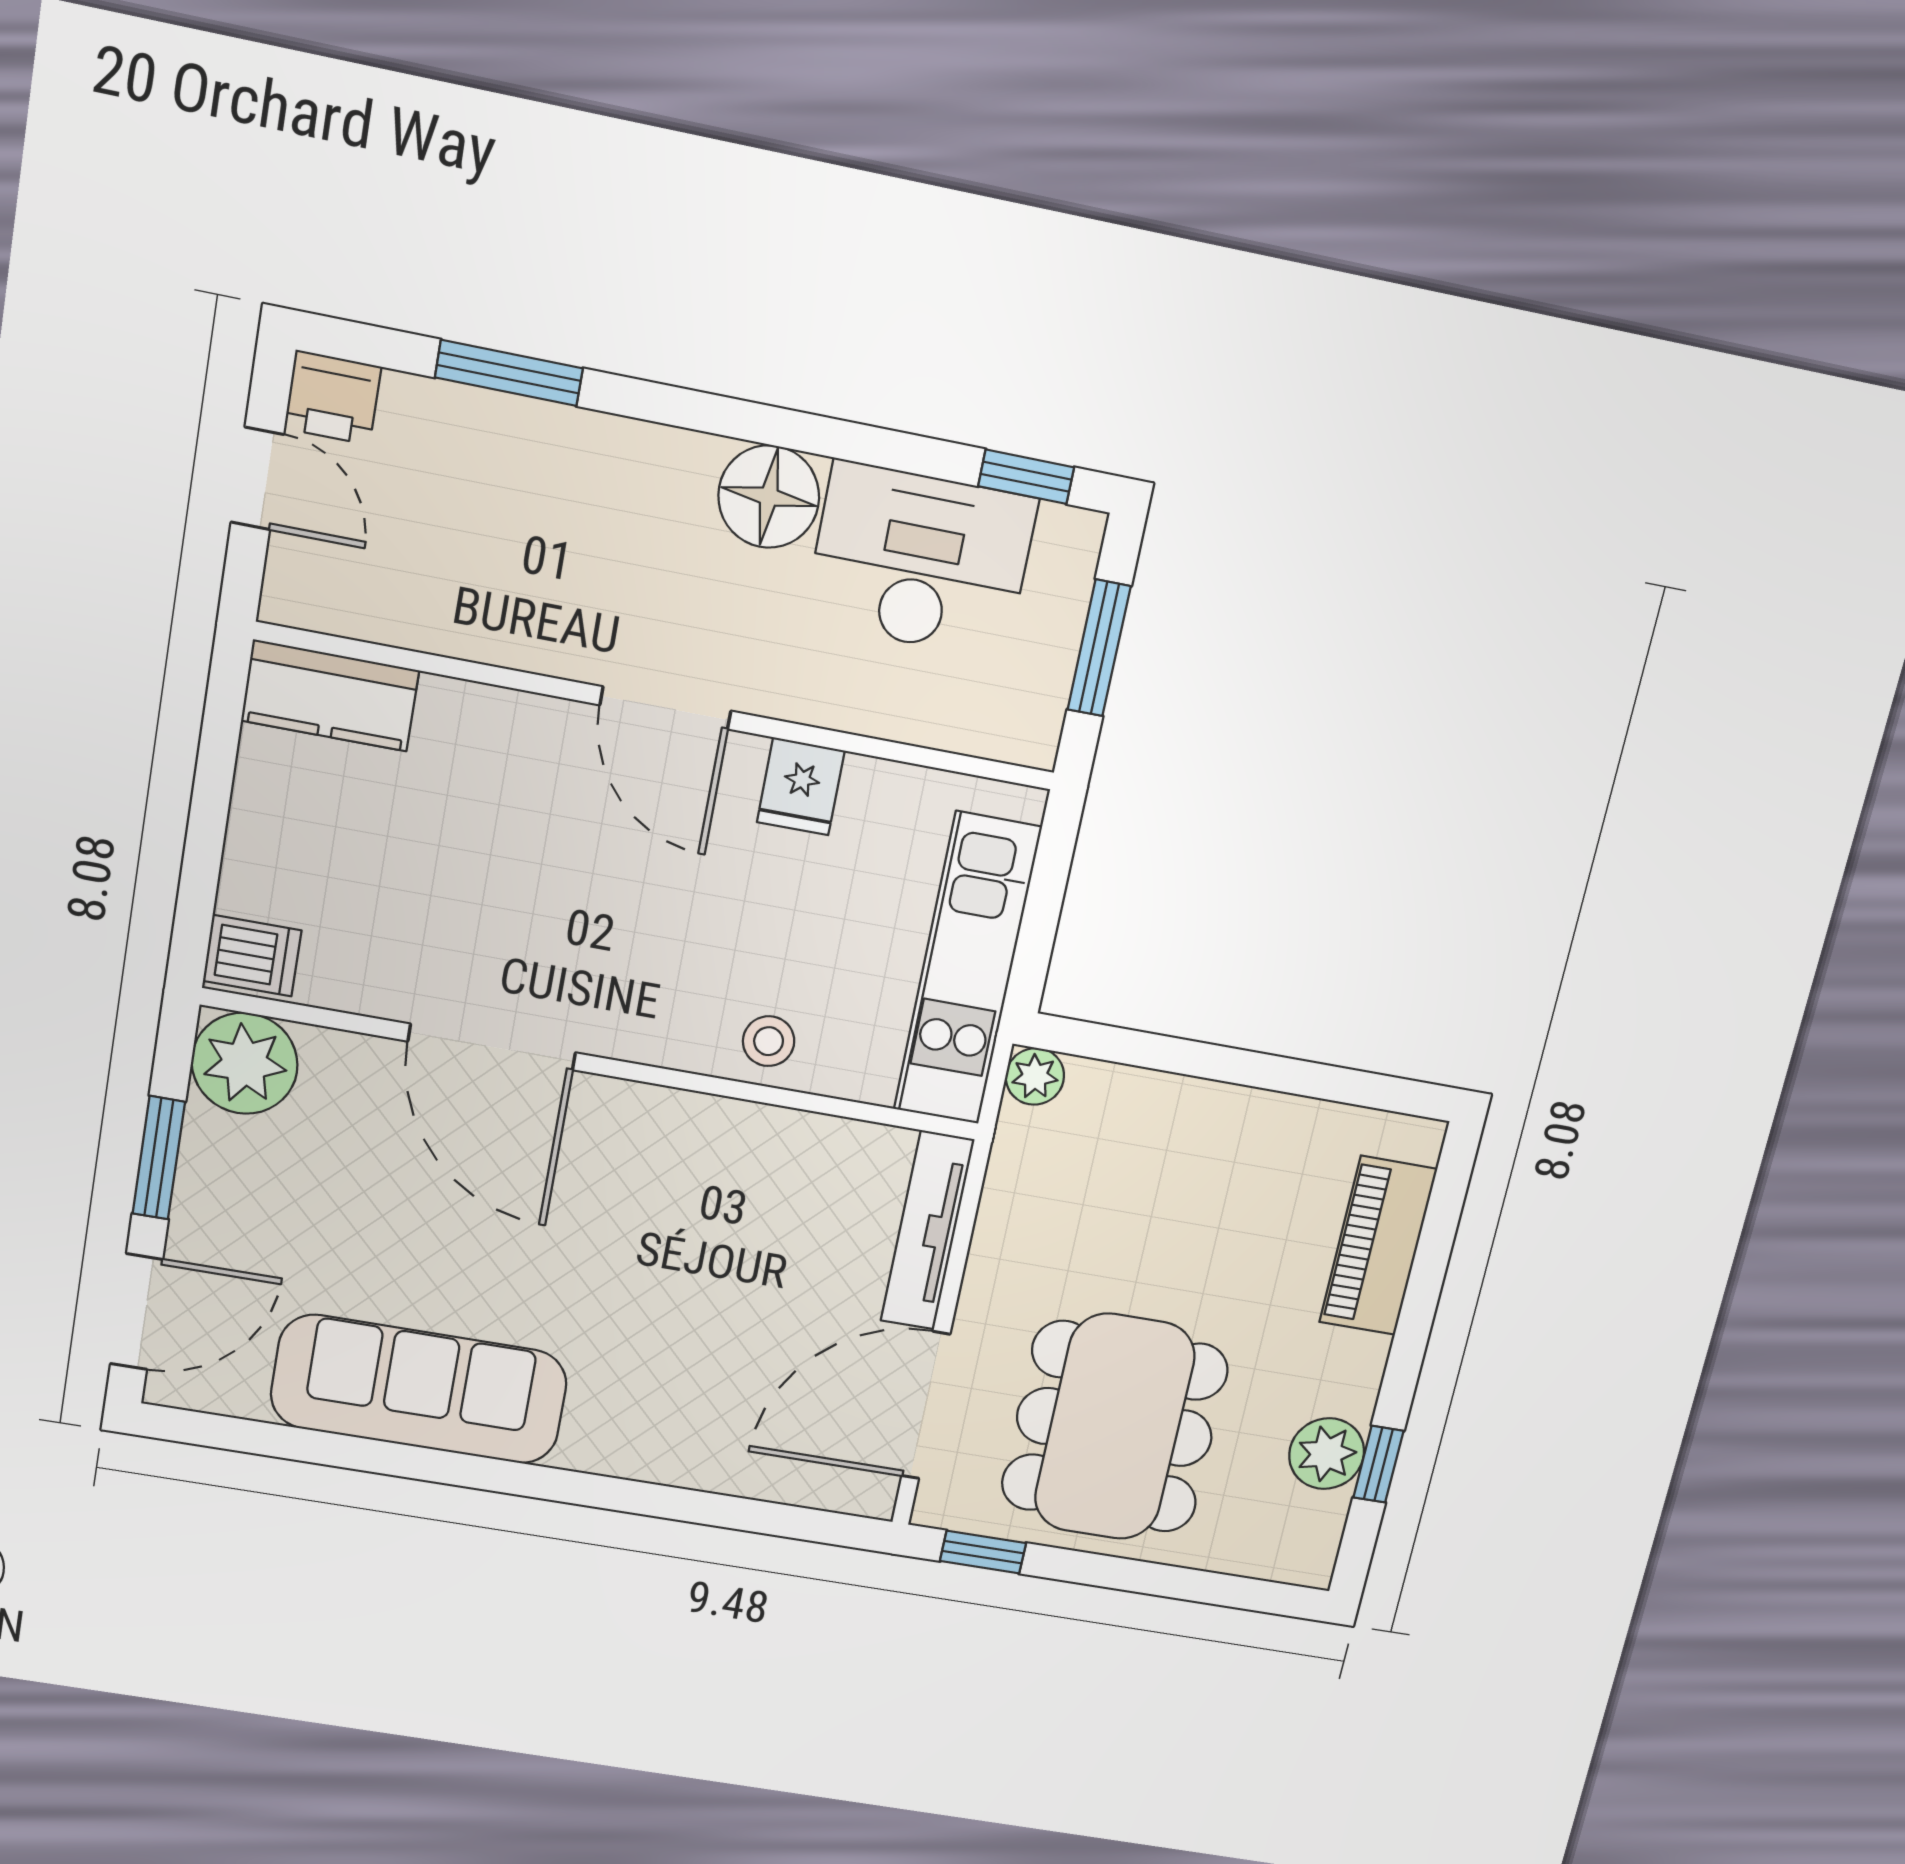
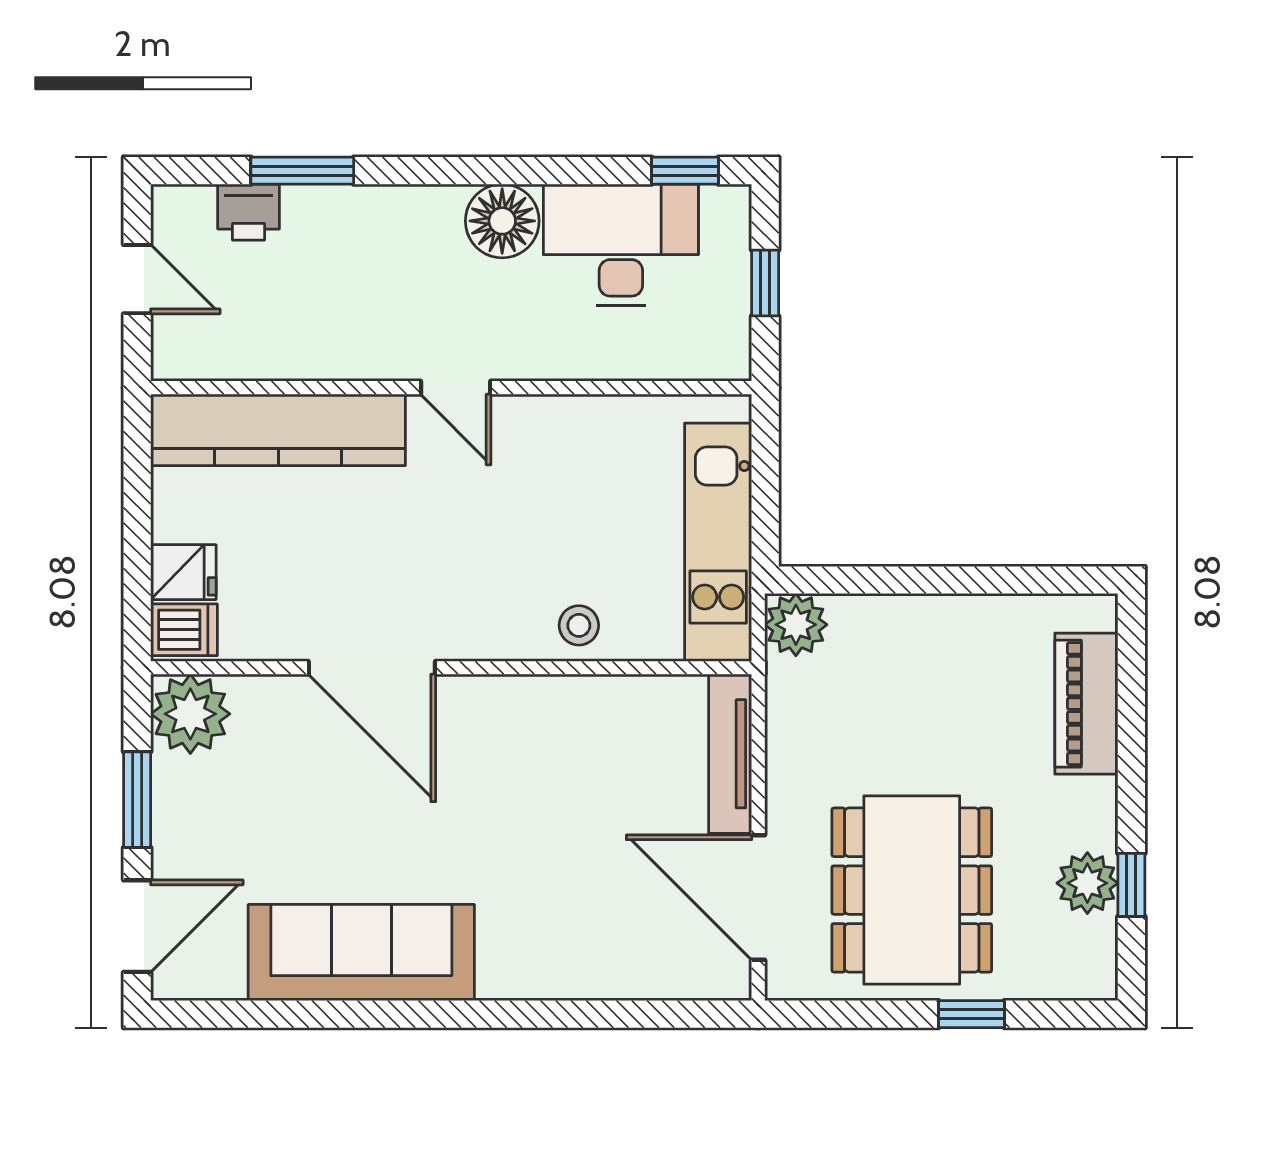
printer: (333, 398) -> (249, 212), moved
window: (1099, 648) -> (765, 283), width x0.67
kitchen counter: (330, 696) -> (278, 430), width x2.08, depth x1.17
door: (666, 708) -> (456, 388), width x0.73
fridge: (801, 786) -> (183, 572), moved, turned -90
plant: (1035, 1076) -> (796, 625), width x1.38, depth x1.38
door: (926, 1405) -> (758, 898), hinge flipped
window: (983, 1552) -> (971, 1014), moved

